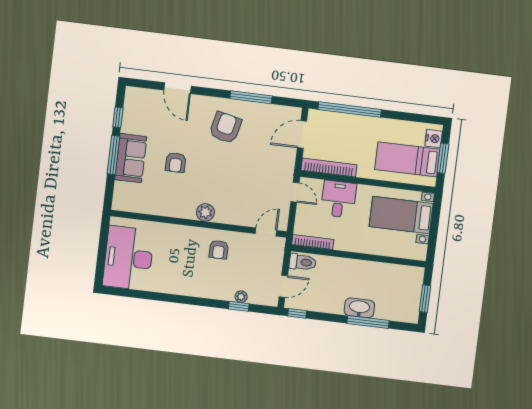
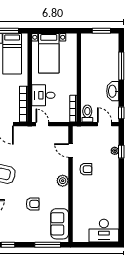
window: (113, 155) -> (48, 245), moved
sofa: (131, 158) -> (60, 224), moved, turned -90
door: (295, 192) -> (42, 124), hinge flipped
door: (266, 232) -> (71, 150), moved
desk: (128, 258) -> (104, 231), width x0.73, depth x0.77
washbasin: (359, 308) -> (113, 91), moved

